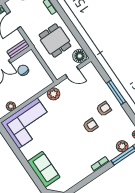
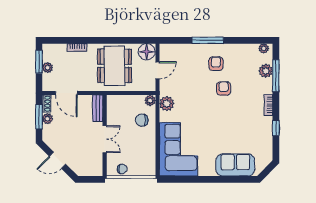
dining table: (55, 40) -> (114, 66), width x1.37
chair: (23, 70) -> (142, 120), moved
plant: (11, 106) -> (150, 100), moved
window: (88, 180) -> (276, 128), added

